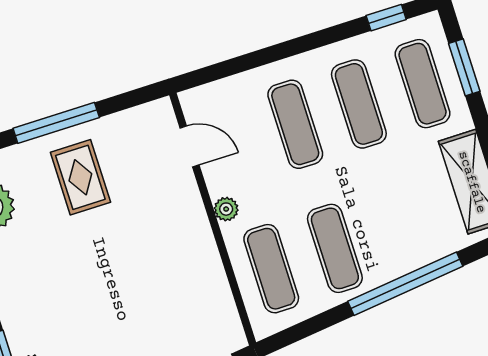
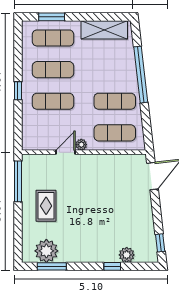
window: (386, 18) -> (18, 91), moved
window: (56, 123) -> (18, 181), moved
door: (190, 146) -> (65, 152), moved
rug: (80, 177) -> (46, 206), turned 90

